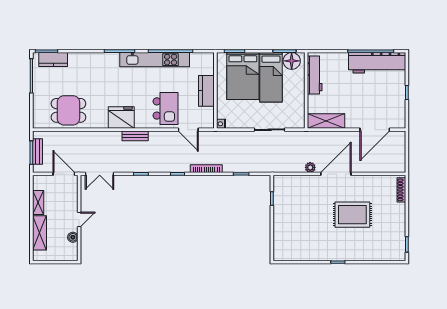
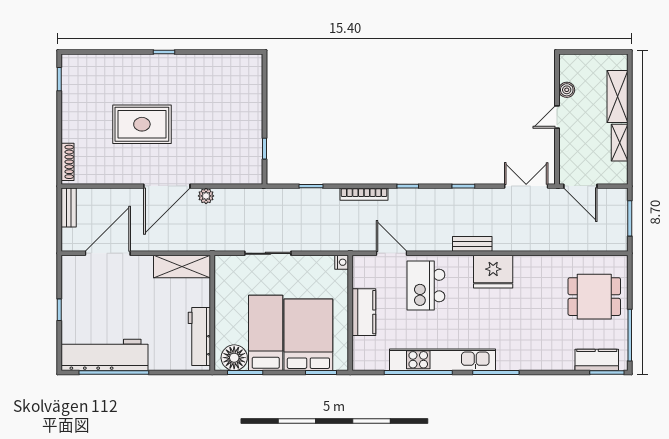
dining table: (68, 110) -> (594, 297), moved
bench: (37, 152) -> (69, 208), moved

